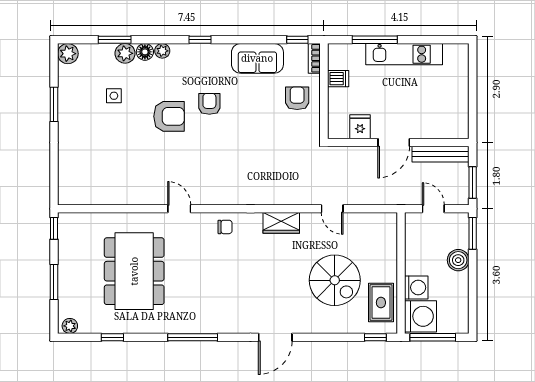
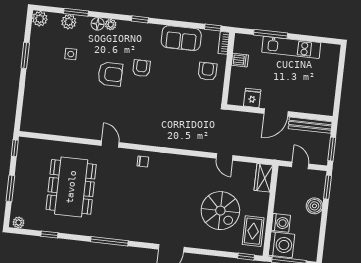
plant: (125, 53) -> (69, 22), moved
wardrobe: (281, 223) -> (264, 178), moved, turned 90

